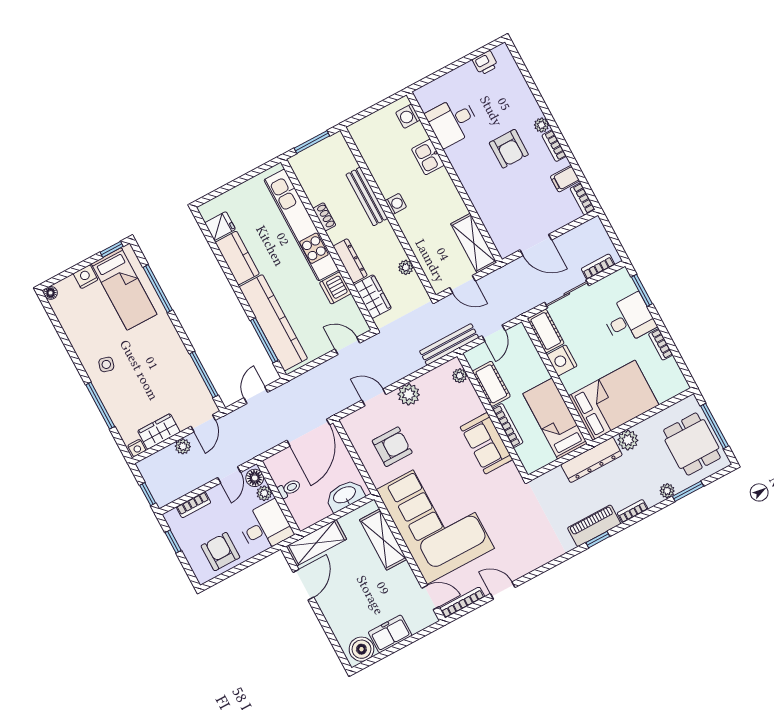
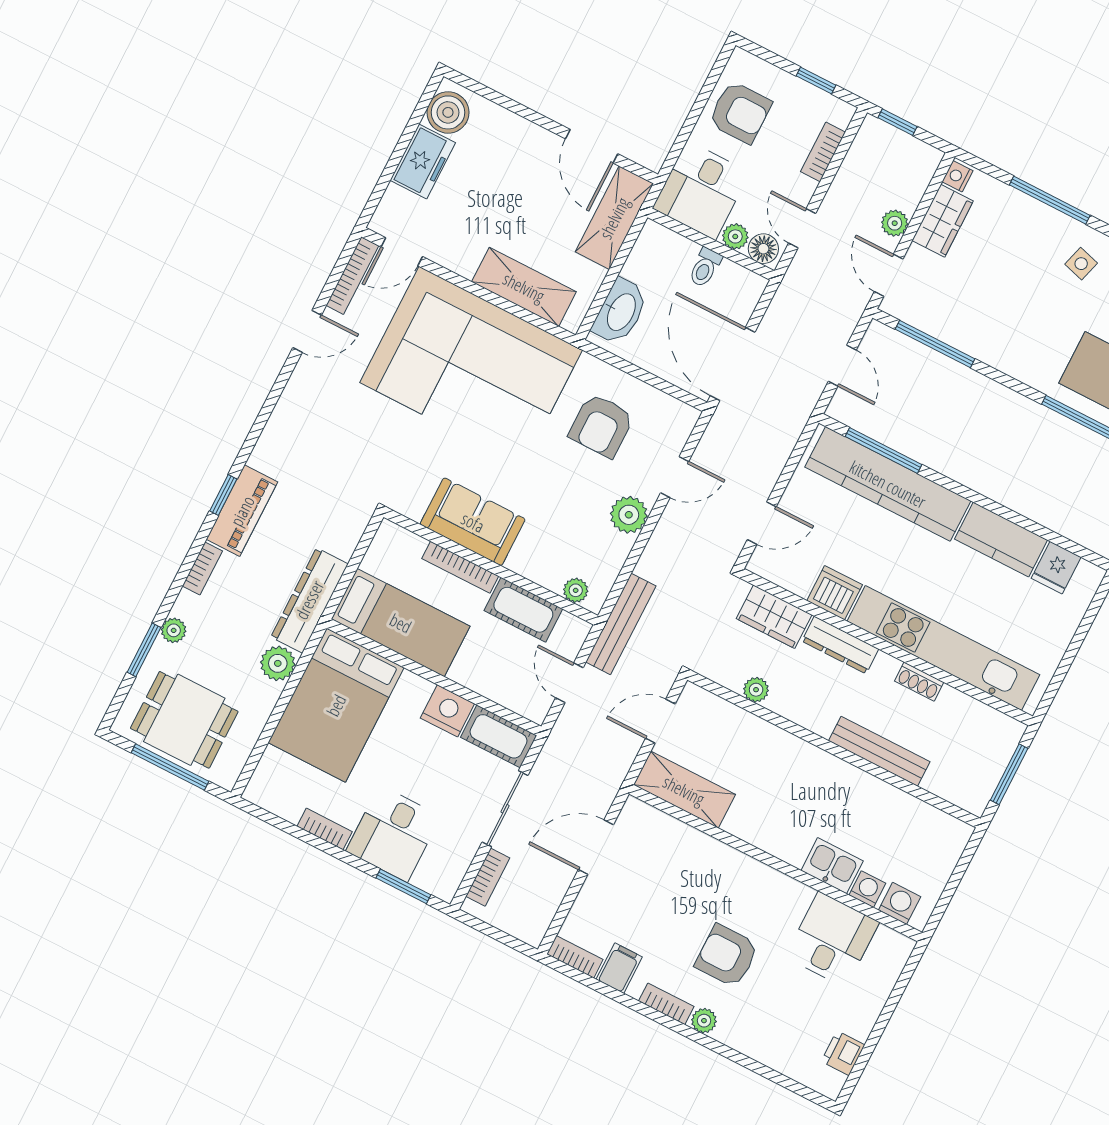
washing machine: (396, 204) -> (867, 889), moved, turned 180

